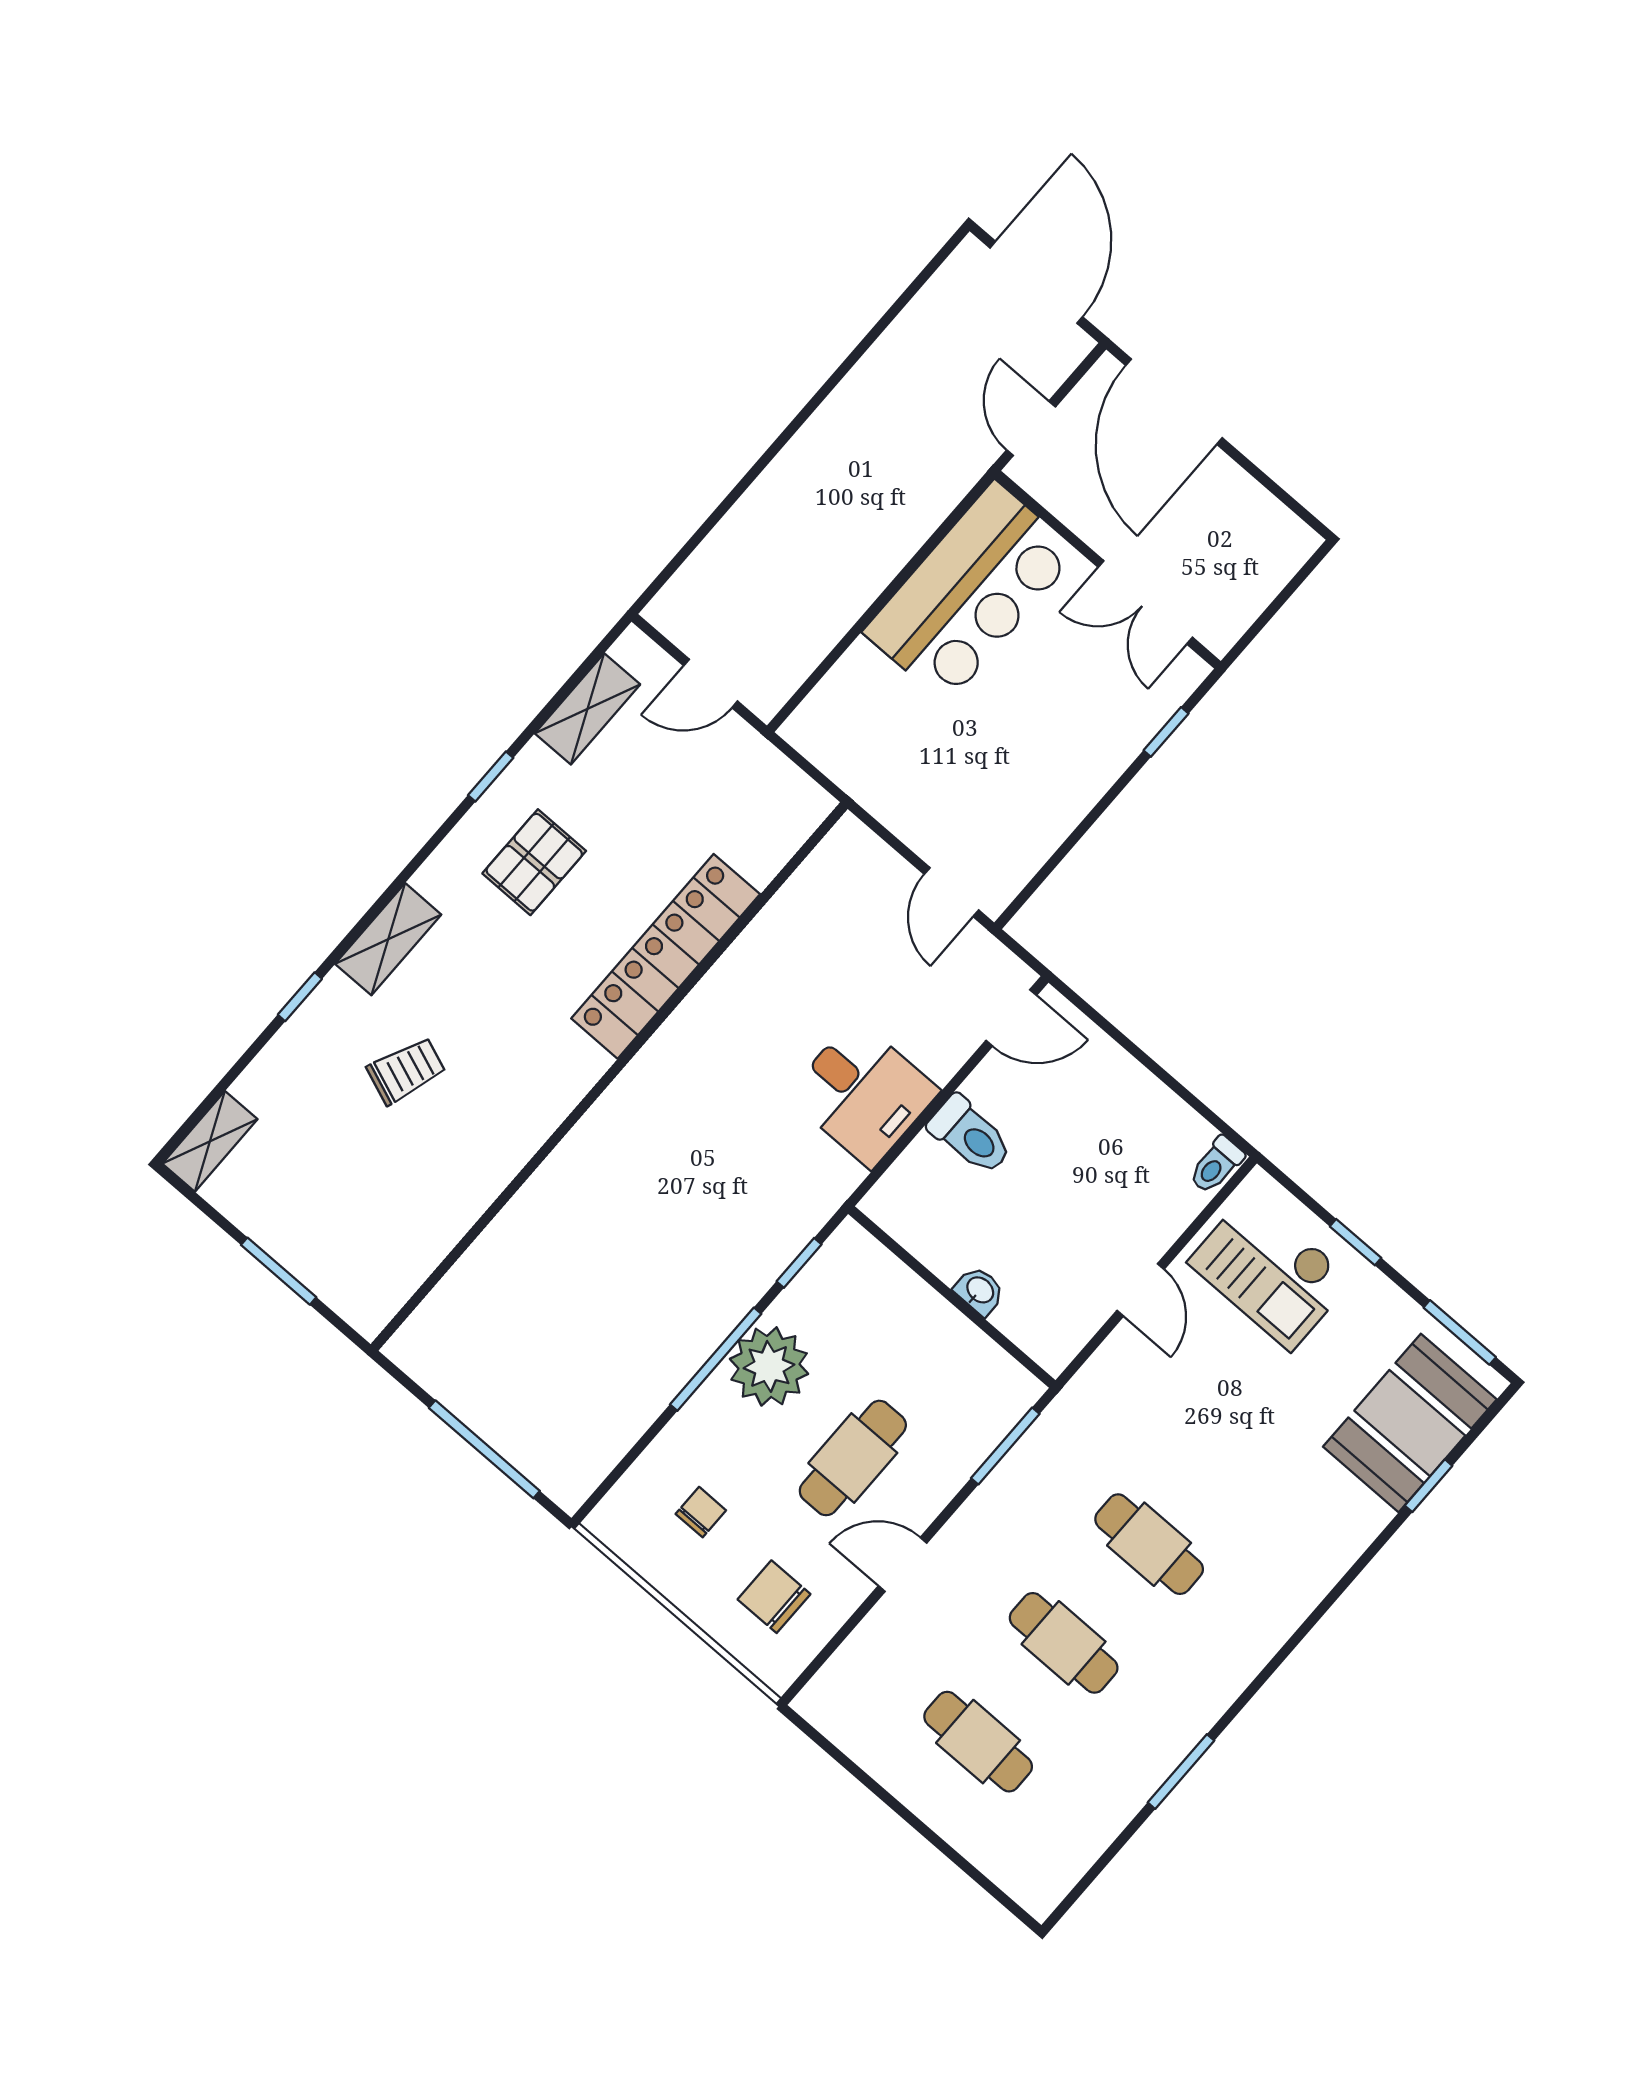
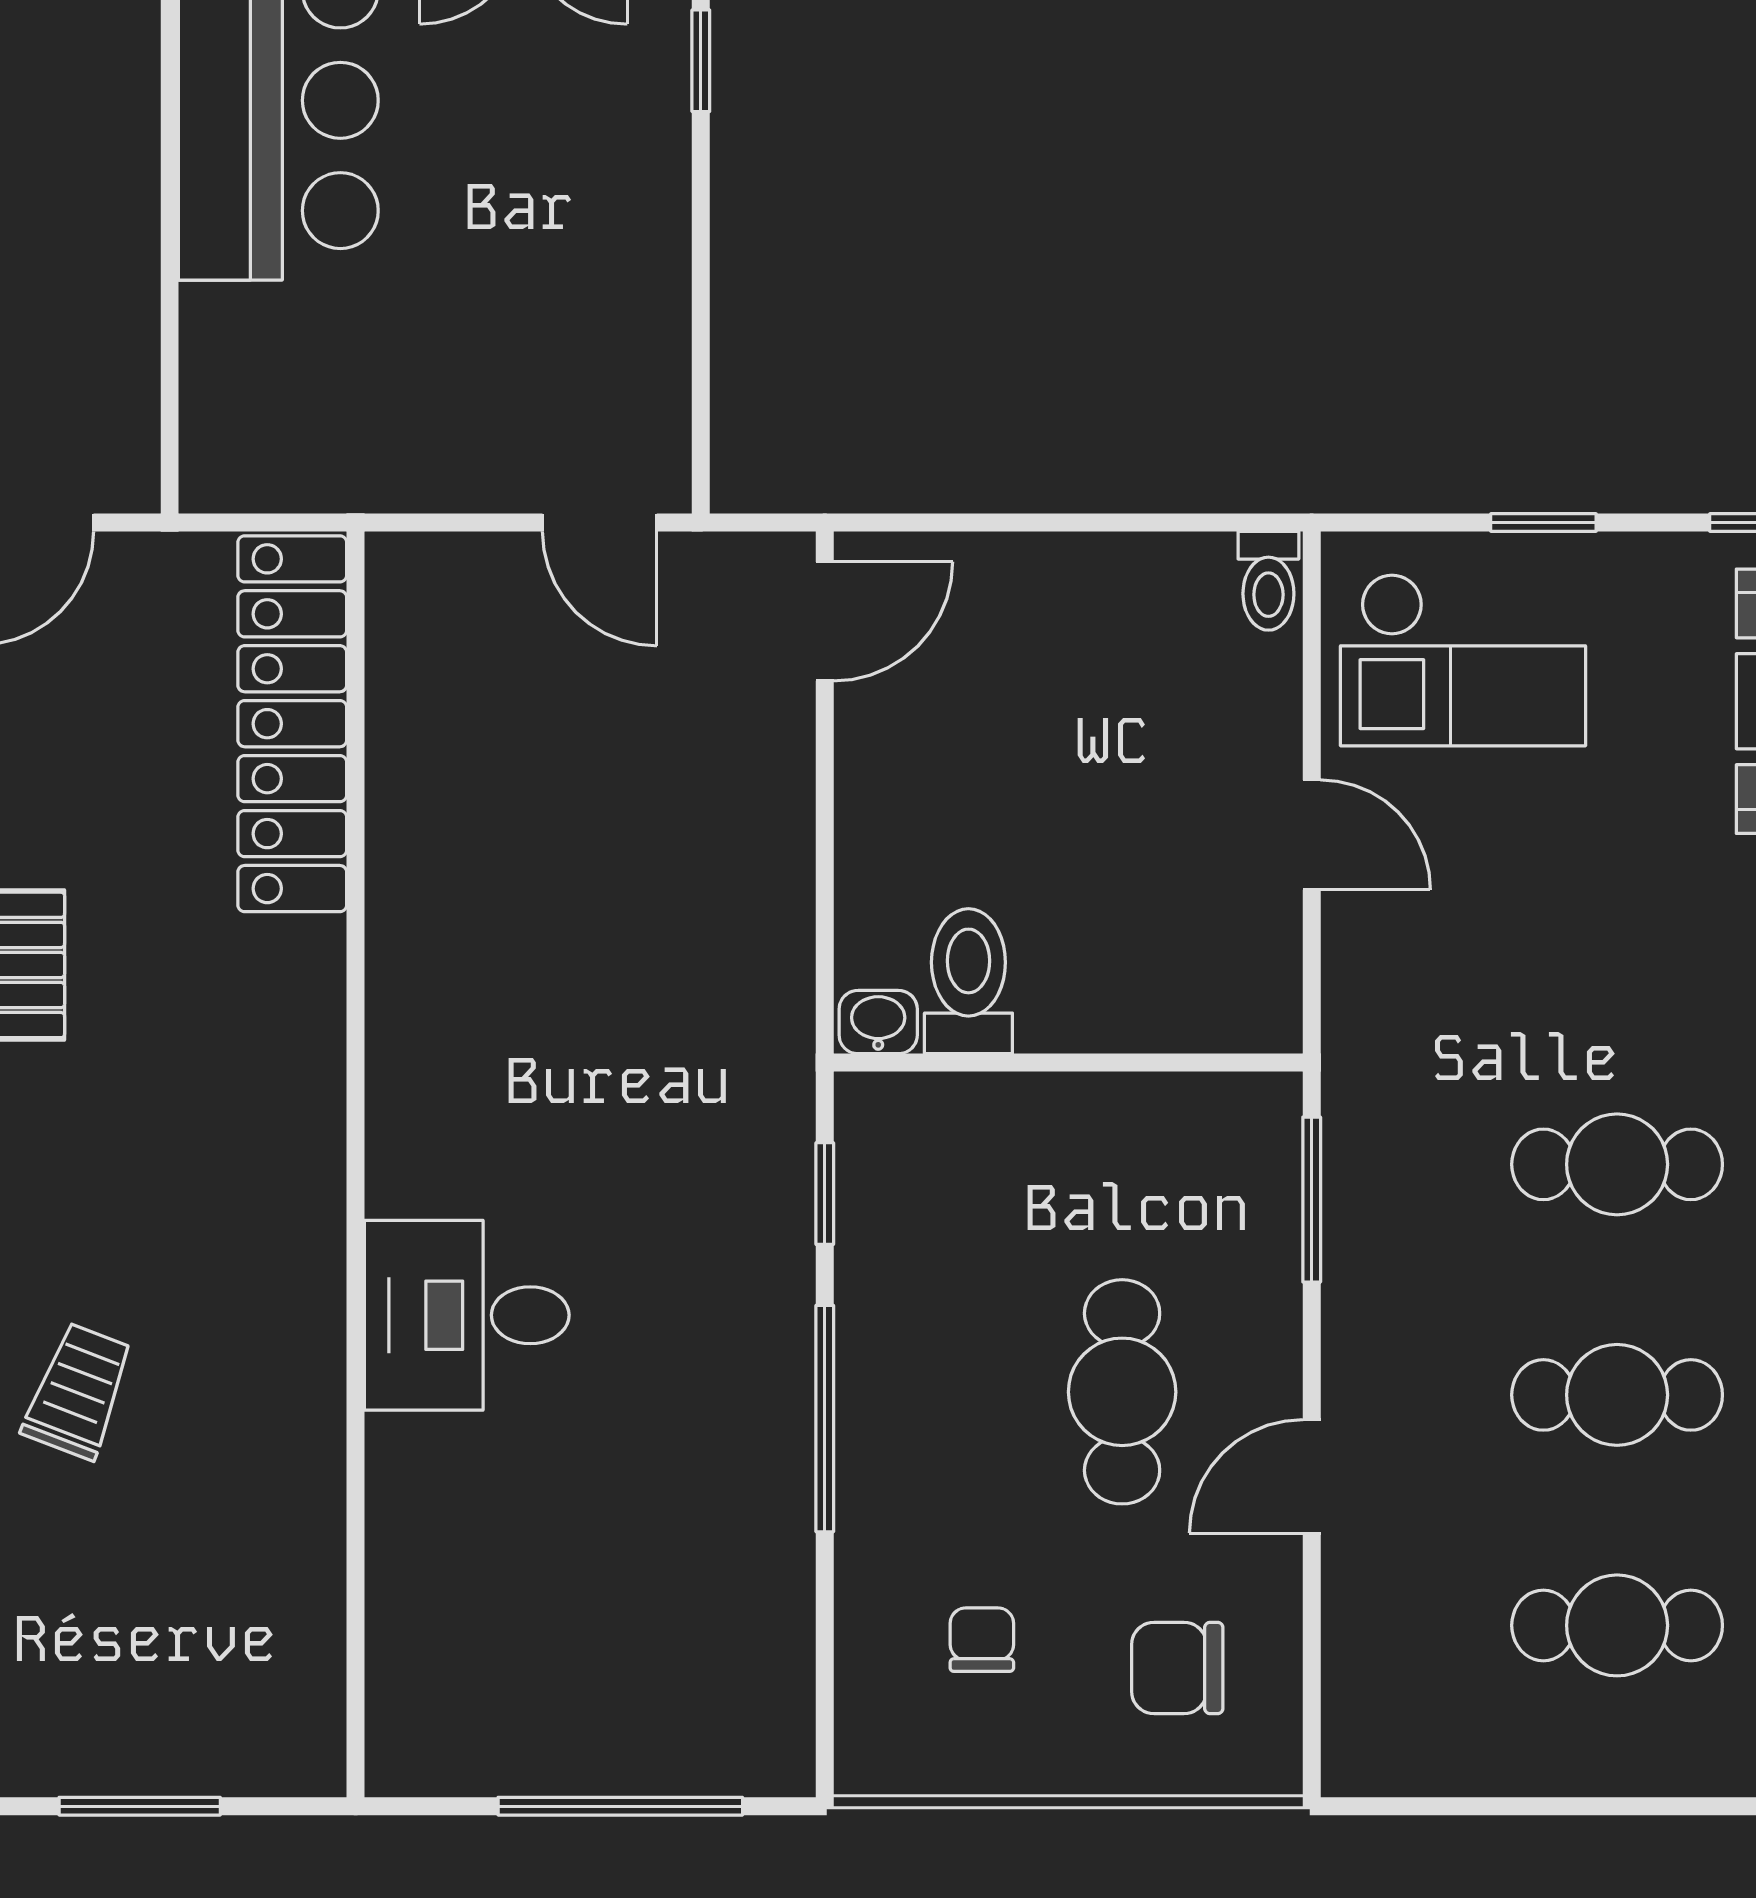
locker: (666, 956) -> (292, 724), moved
desk: (863, 1093) -> (467, 1315), moved, turned 180
toilet: (970, 1135) -> (968, 981), moved, turned -90
washbasin: (980, 1291) -> (878, 1022), moved
plant: (769, 1366) -> (904, 1366), removed

